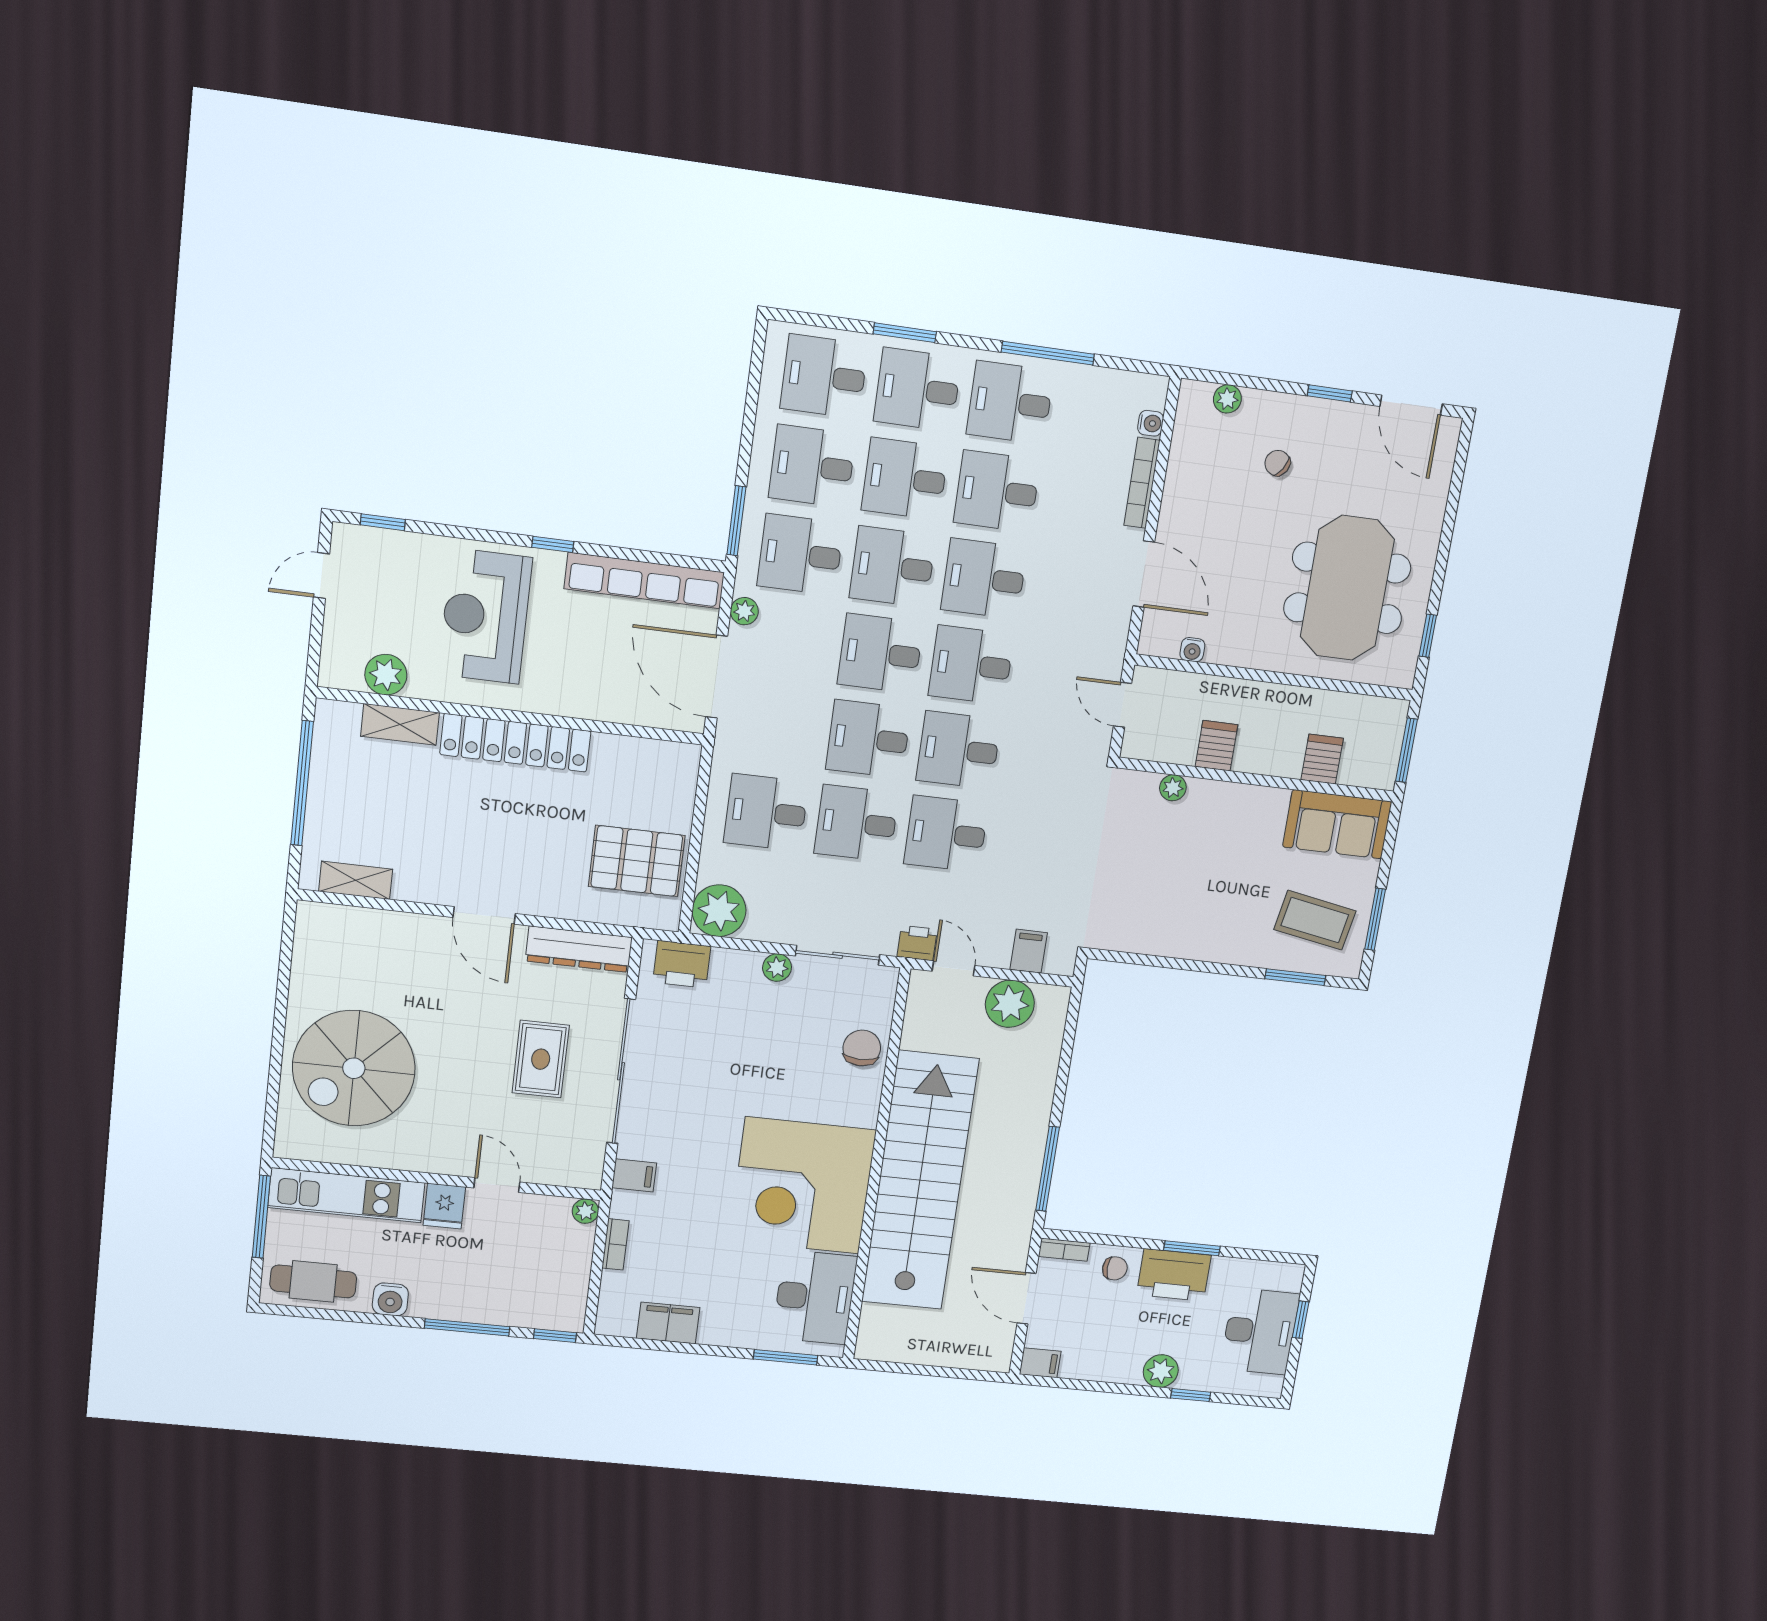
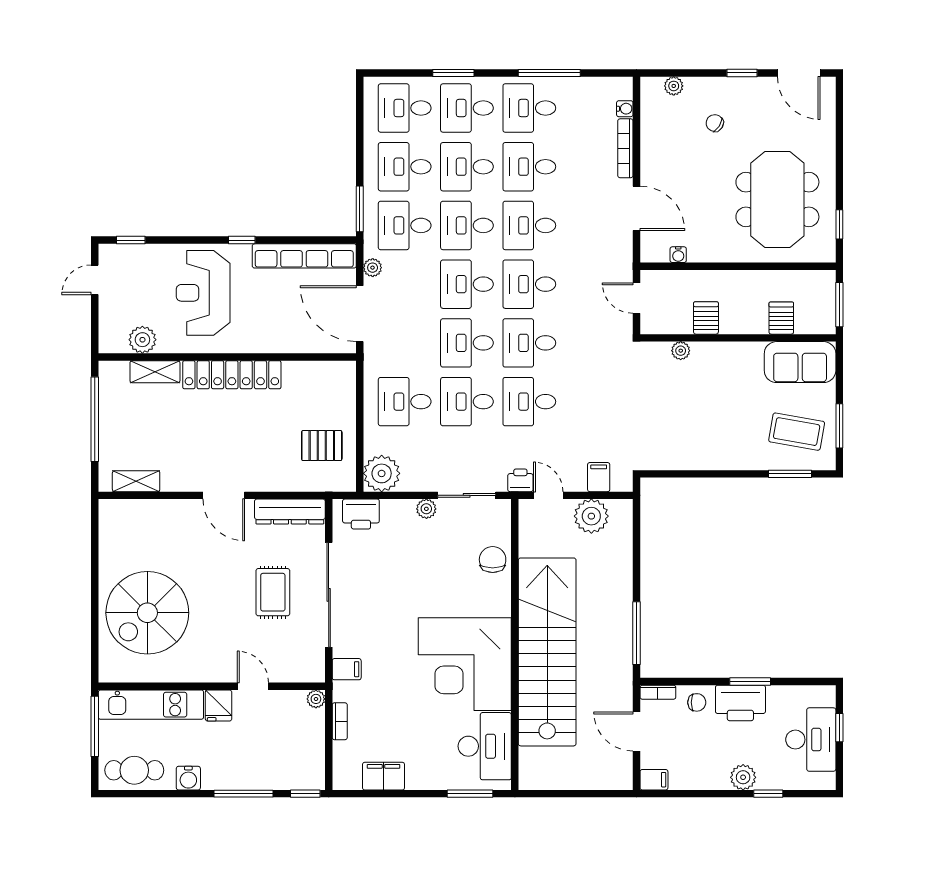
pallet: (637, 861) -> (322, 446), width x0.67, depth x0.71

